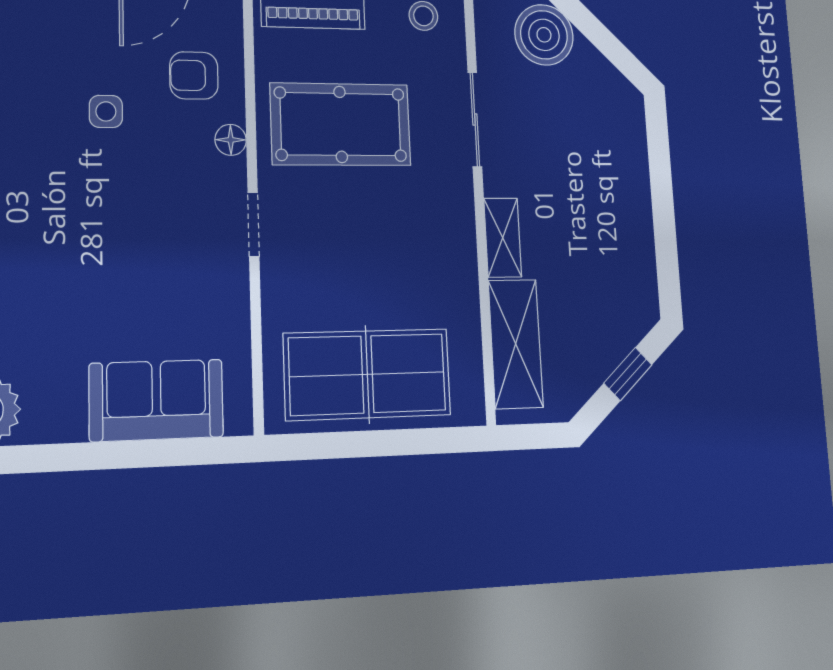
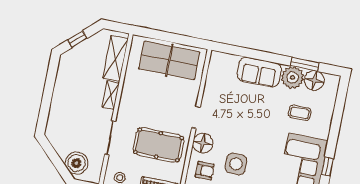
side table: (106, 111) -> (236, 164), width x1.87, depth x1.87
floor lamp: (231, 140) -> (203, 143), width x1.89, depth x1.89
sofa: (156, 400) -> (259, 72), moved

